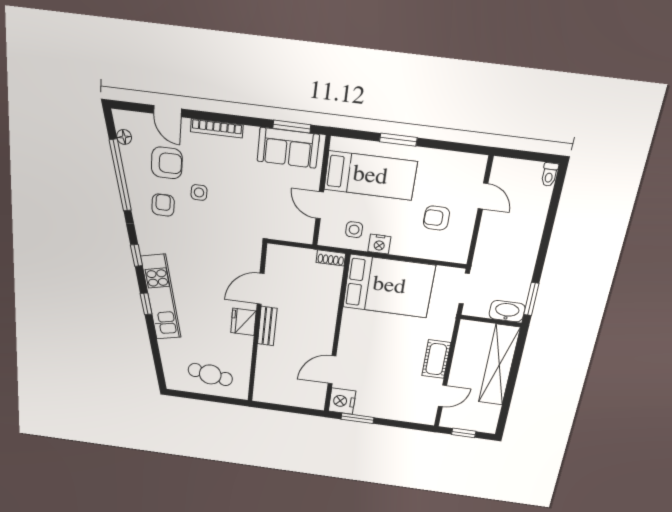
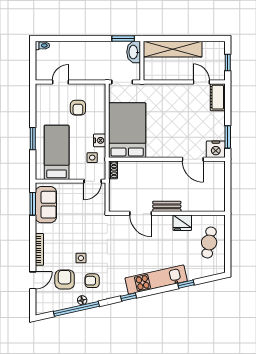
floor lamp: (124, 137) -> (82, 300), moved
door: (320, 205) -> (93, 181), moved
window: (146, 304) -> (186, 284), moved
fridge: (243, 322) -> (182, 223), moved
cot: (436, 359) -> (218, 97), moved, turned 90

